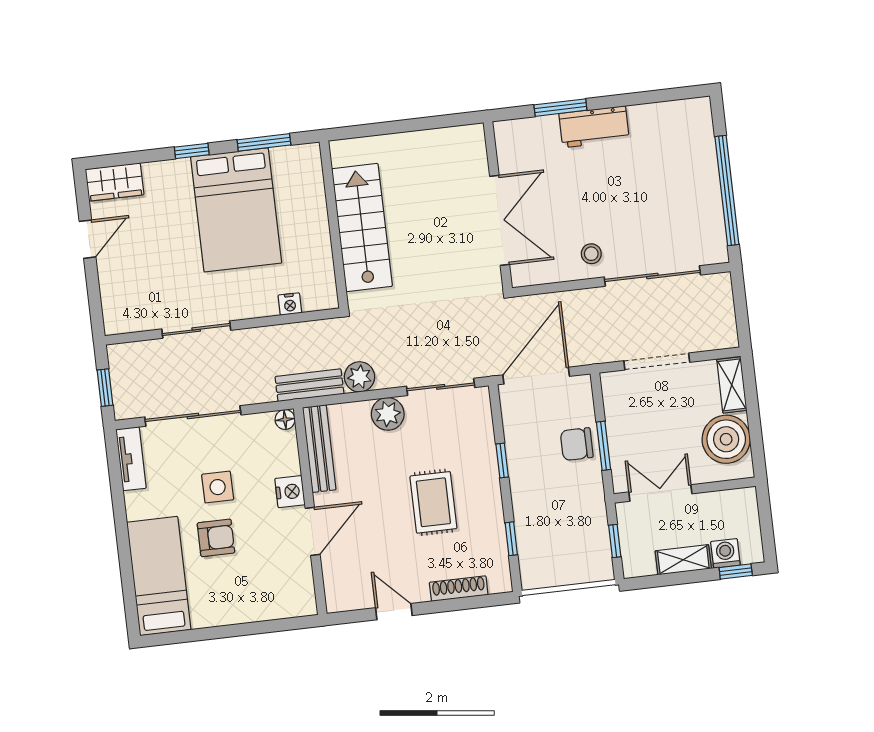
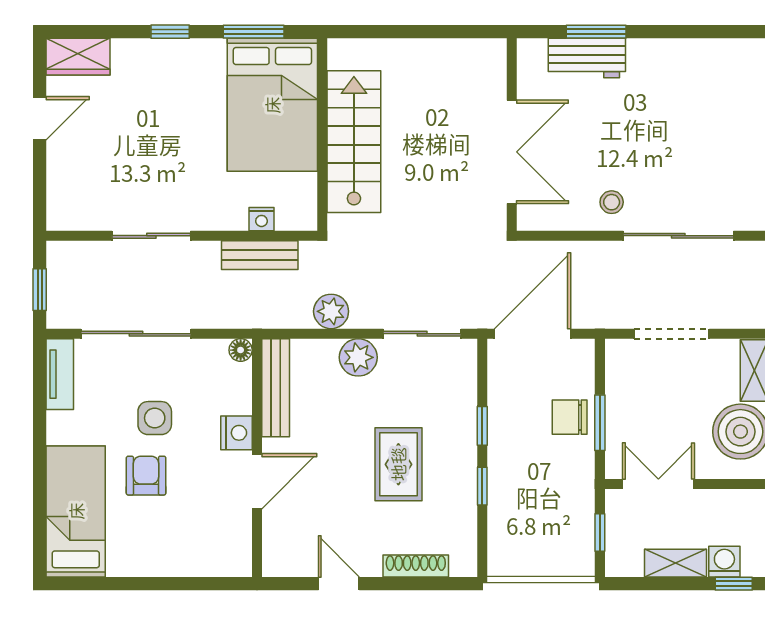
workbench: (594, 127) -> (587, 58), moved
bed: (236, 210) -> (272, 105), moved
bench: (309, 385) -> (260, 255), moved
armchair: (216, 538) -> (146, 476), turned -90
window: (511, 539) -> (482, 486), moved

